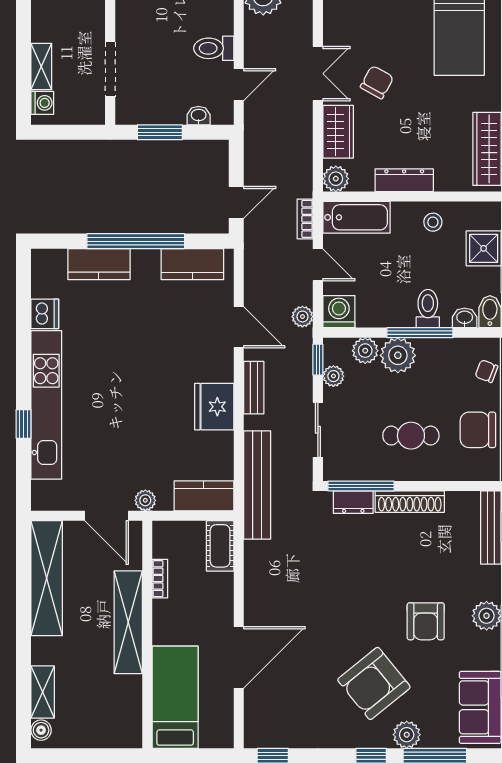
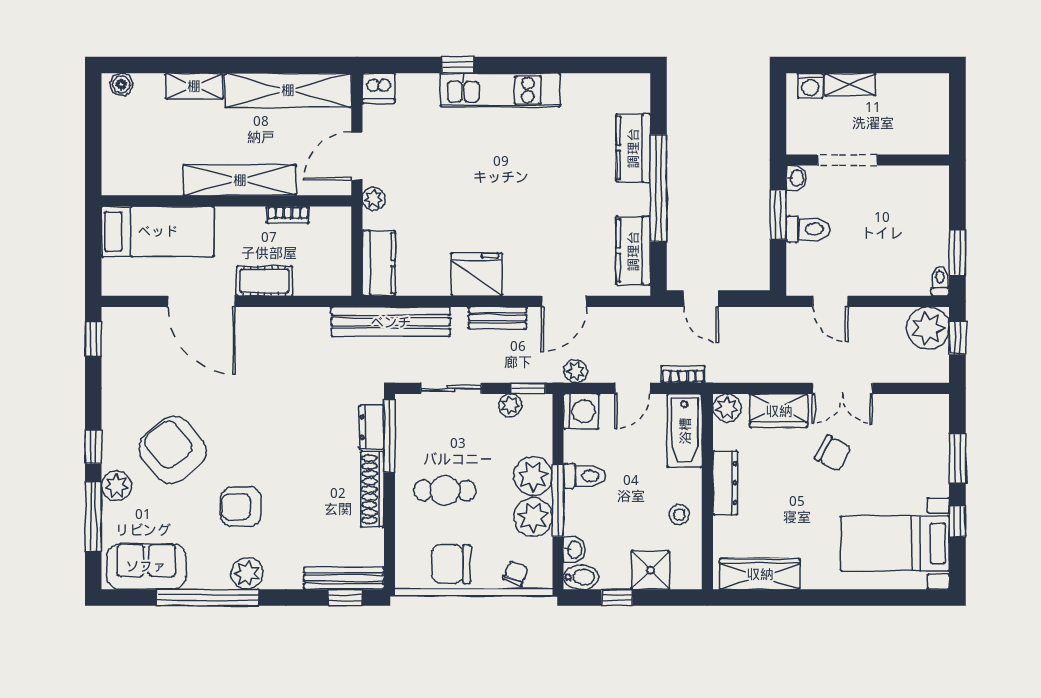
toilet: (214, 48) -> (808, 229), moved, turned 90
washbasin: (199, 116) -> (796, 178), moved
toilet: (428, 309) -> (584, 476), moved
dishwasher: (45, 314) -> (379, 88), moved
plant: (365, 351) -> (533, 517), moved, width x1.36, depth x1.36
kitchen unit: (46, 405) -> (500, 90), width x0.73
chair: (478, 430) -> (451, 564), turned -90
cafe table: (411, 436) -> (445, 490), turned 90
cot: (220, 546) -> (265, 281), moved
shelving: (43, 692) -> (194, 86), moved

